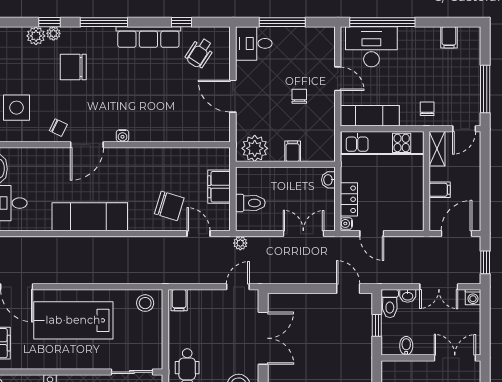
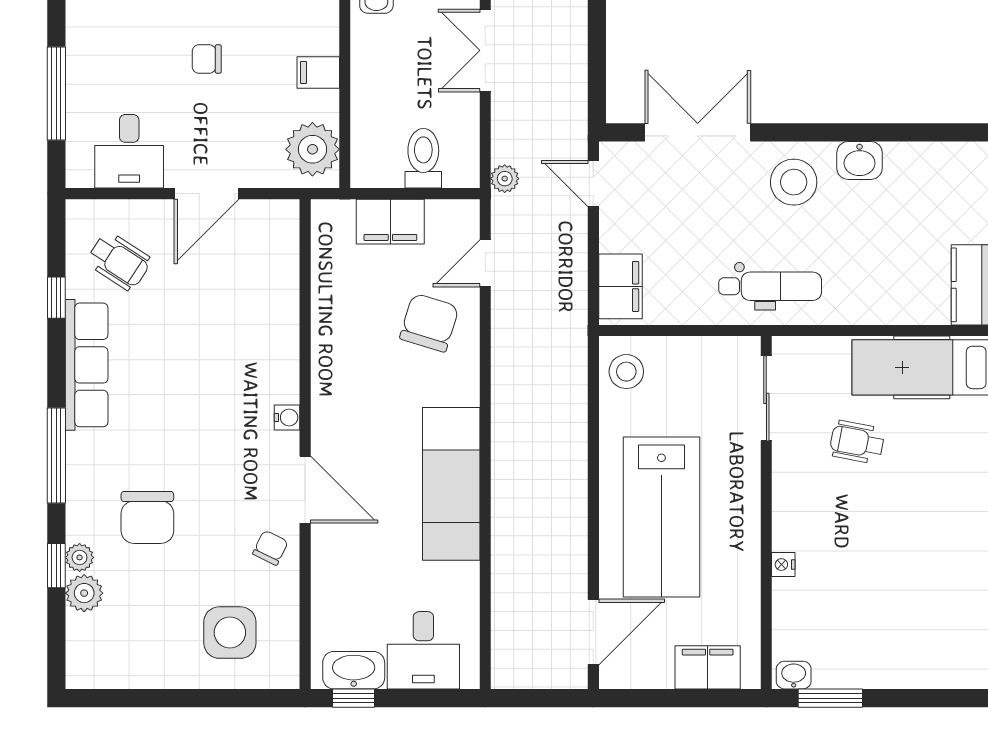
desk: (254, 43) -> (129, 151), moved
filing cabinet: (179, 300) -> (620, 286), width x2.00

